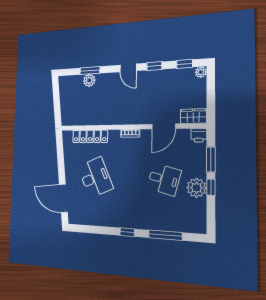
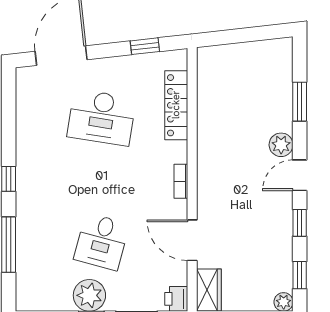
plant: (89, 80) -> (281, 145), moved
window: (60, 153) -> (145, 46), added
desk: (95, 177) -> (102, 118), turned 33

